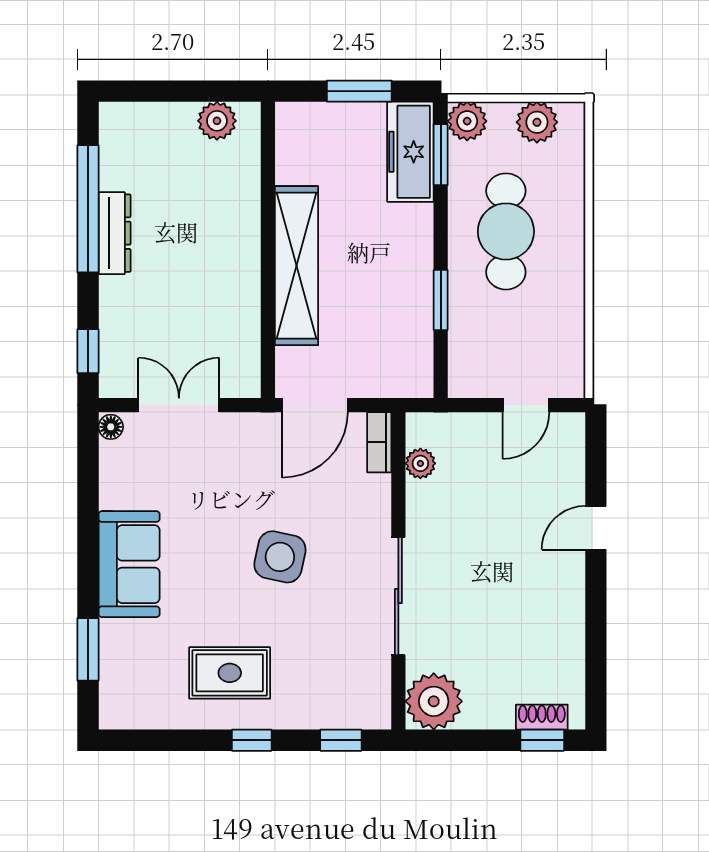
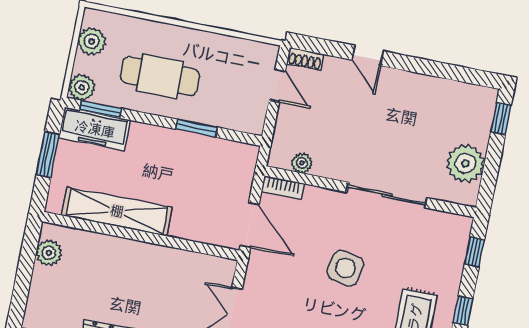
shelving: (297, 266) -> (117, 211), moved
plant: (434, 701) -> (465, 163), moved
shoe rack: (542, 717) -> (305, 59), moved, turned -90

